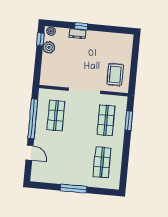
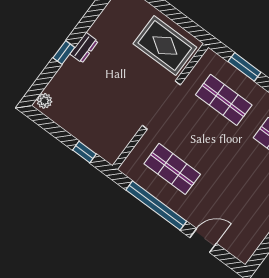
dresser: (77, 34) -> (84, 48), moved
window: (40, 39) -> (84, 152), moved
plant: (49, 47) -> (66, 118), removed
rug: (115, 74) -> (165, 46), width x1.36, depth x1.43

